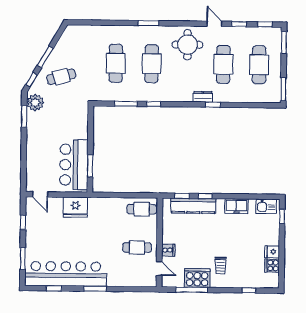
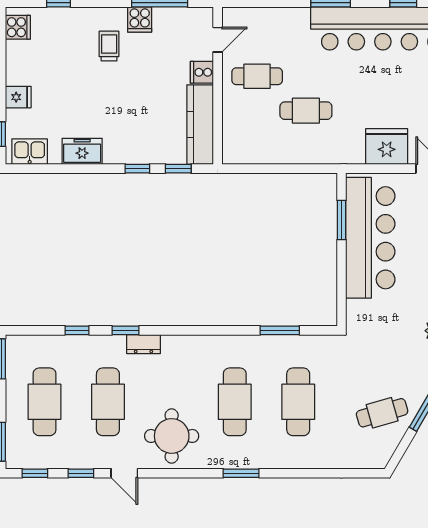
cafe table: (61, 77) -> (382, 413), moved
window: (154, 104) -> (77, 330), moved
bar counter: (74, 165) -> (370, 238), width x1.36
kitchen counter: (193, 206) -> (200, 125), moved, turned -90
fridge: (75, 207) -> (387, 147), moved
cafe table: (142, 209) -> (306, 111), moved
fridge: (272, 252) -> (18, 97), moved
cooker: (272, 266) -> (18, 27), moved
door: (159, 268) -> (218, 40), swing flipped
cooker: (197, 278) -> (140, 19), width x0.53, depth x0.76

